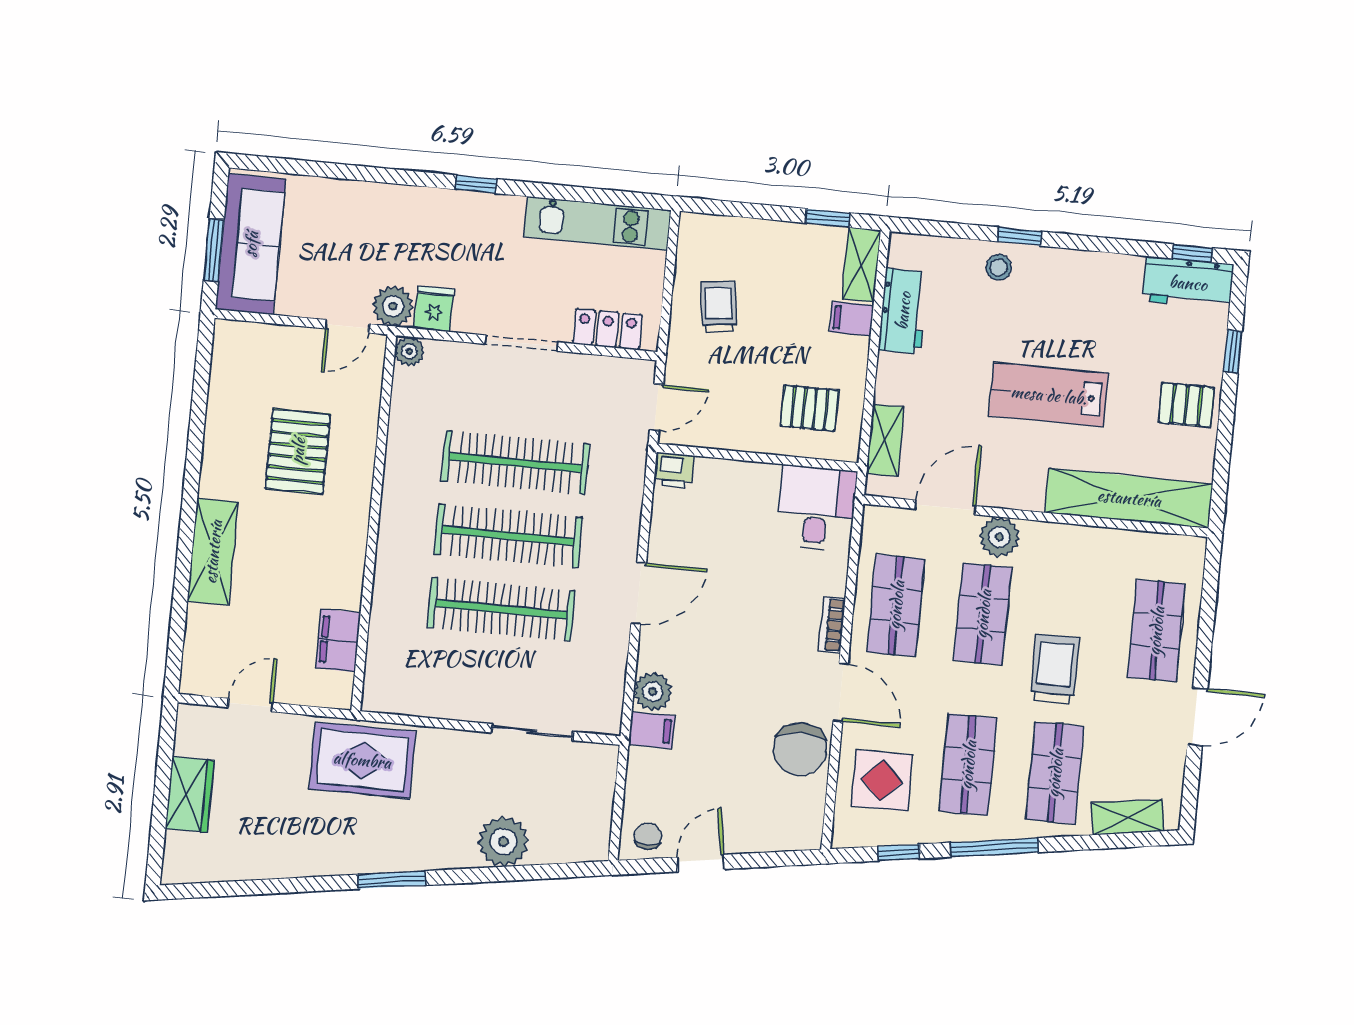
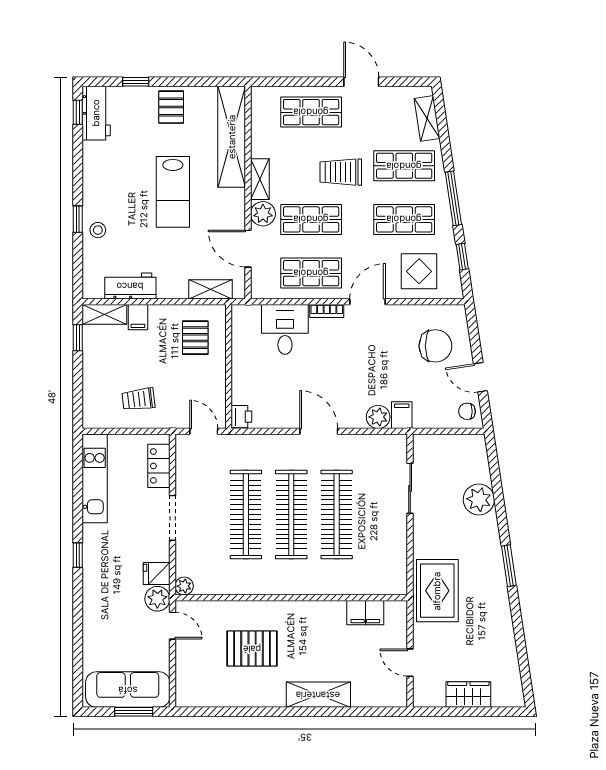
desk: (816, 508) -> (285, 329), moved, turned 90
shelving: (1056, 537) -> (260, 179), added
chair: (800, 749) -> (435, 346), moved

